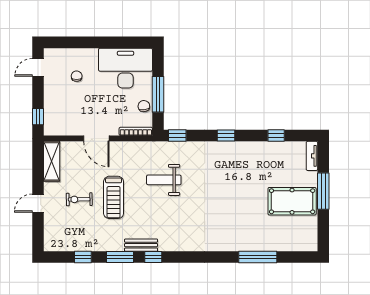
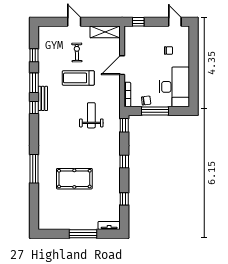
pool table: (292, 201) -> (74, 179), moved, turned 90
window: (258, 257) -> (34, 169), moved

